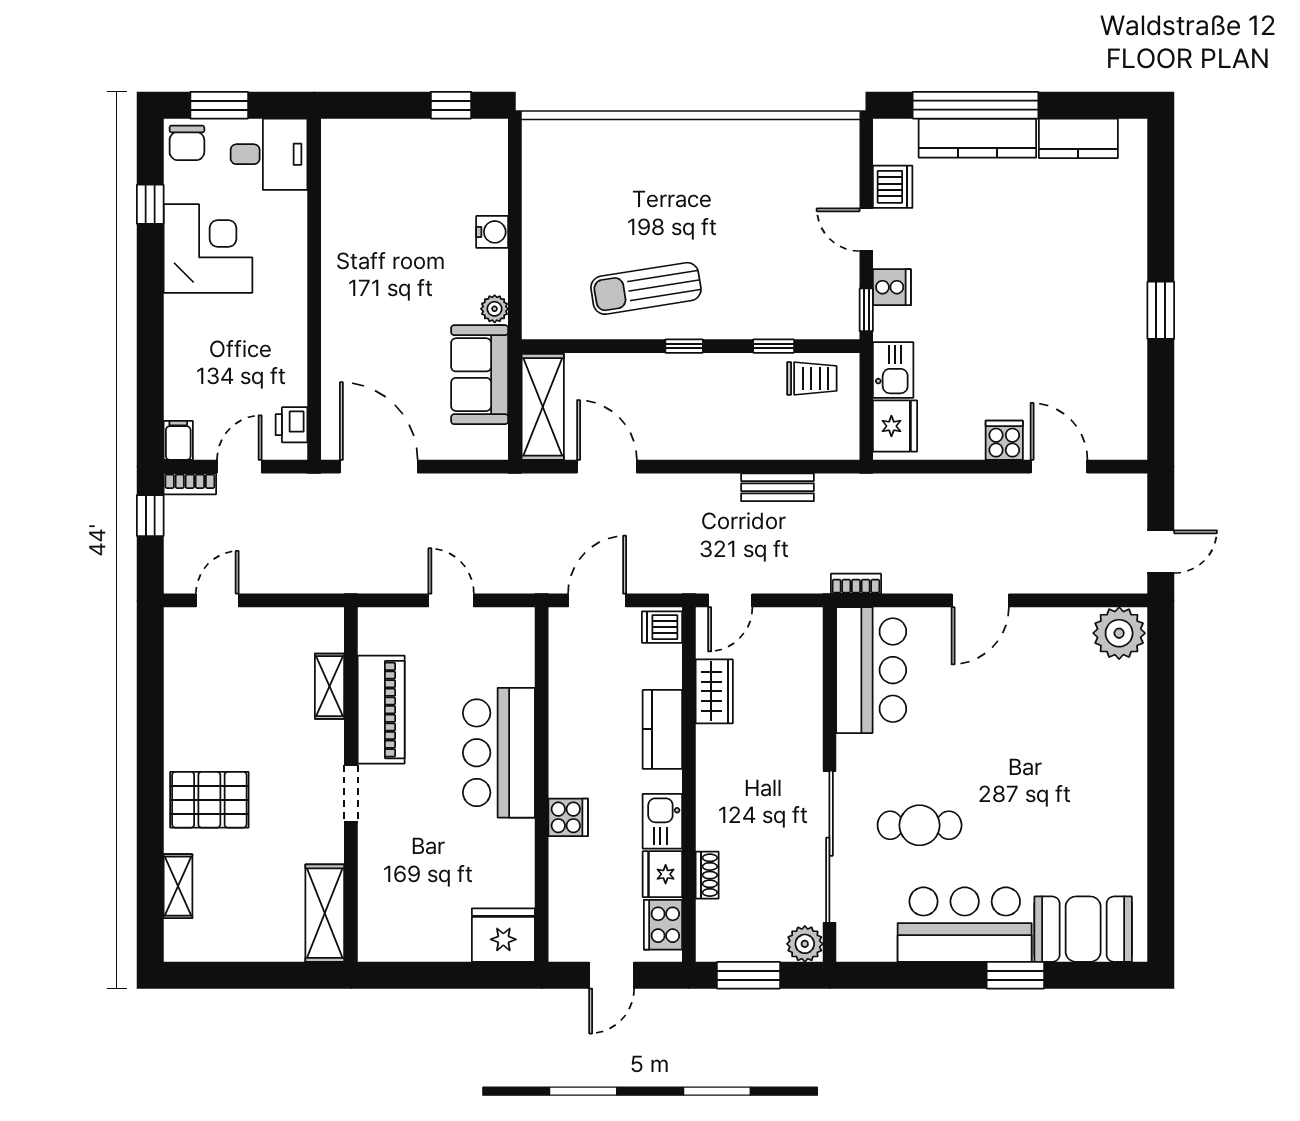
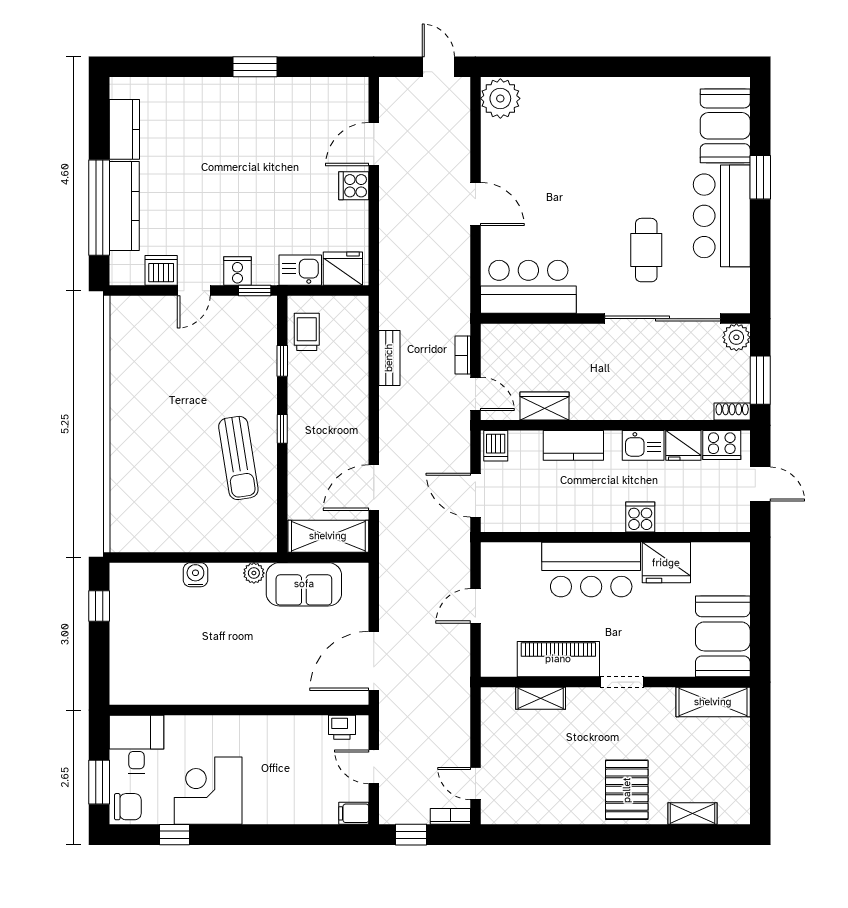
bookcase: (190, 484) -> (450, 816), moved, turned -90
bookcase: (856, 584) -> (463, 355), moved
shoe rack: (707, 875) -> (732, 412), moved
booth: (411, 926) -> (723, 636), added
fridge: (503, 935) -> (666, 563), moved, turned -90

